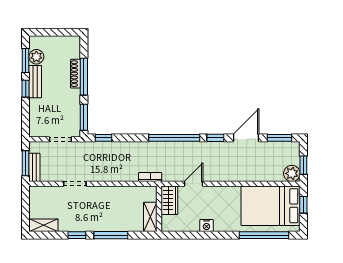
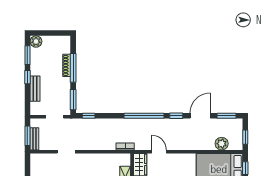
plant: (36, 57) -> (36, 42), moved
bench: (35, 82) -> (35, 89), moved
plant: (292, 173) -> (222, 144), moved
door: (193, 184) -> (159, 152), hinge flipped

